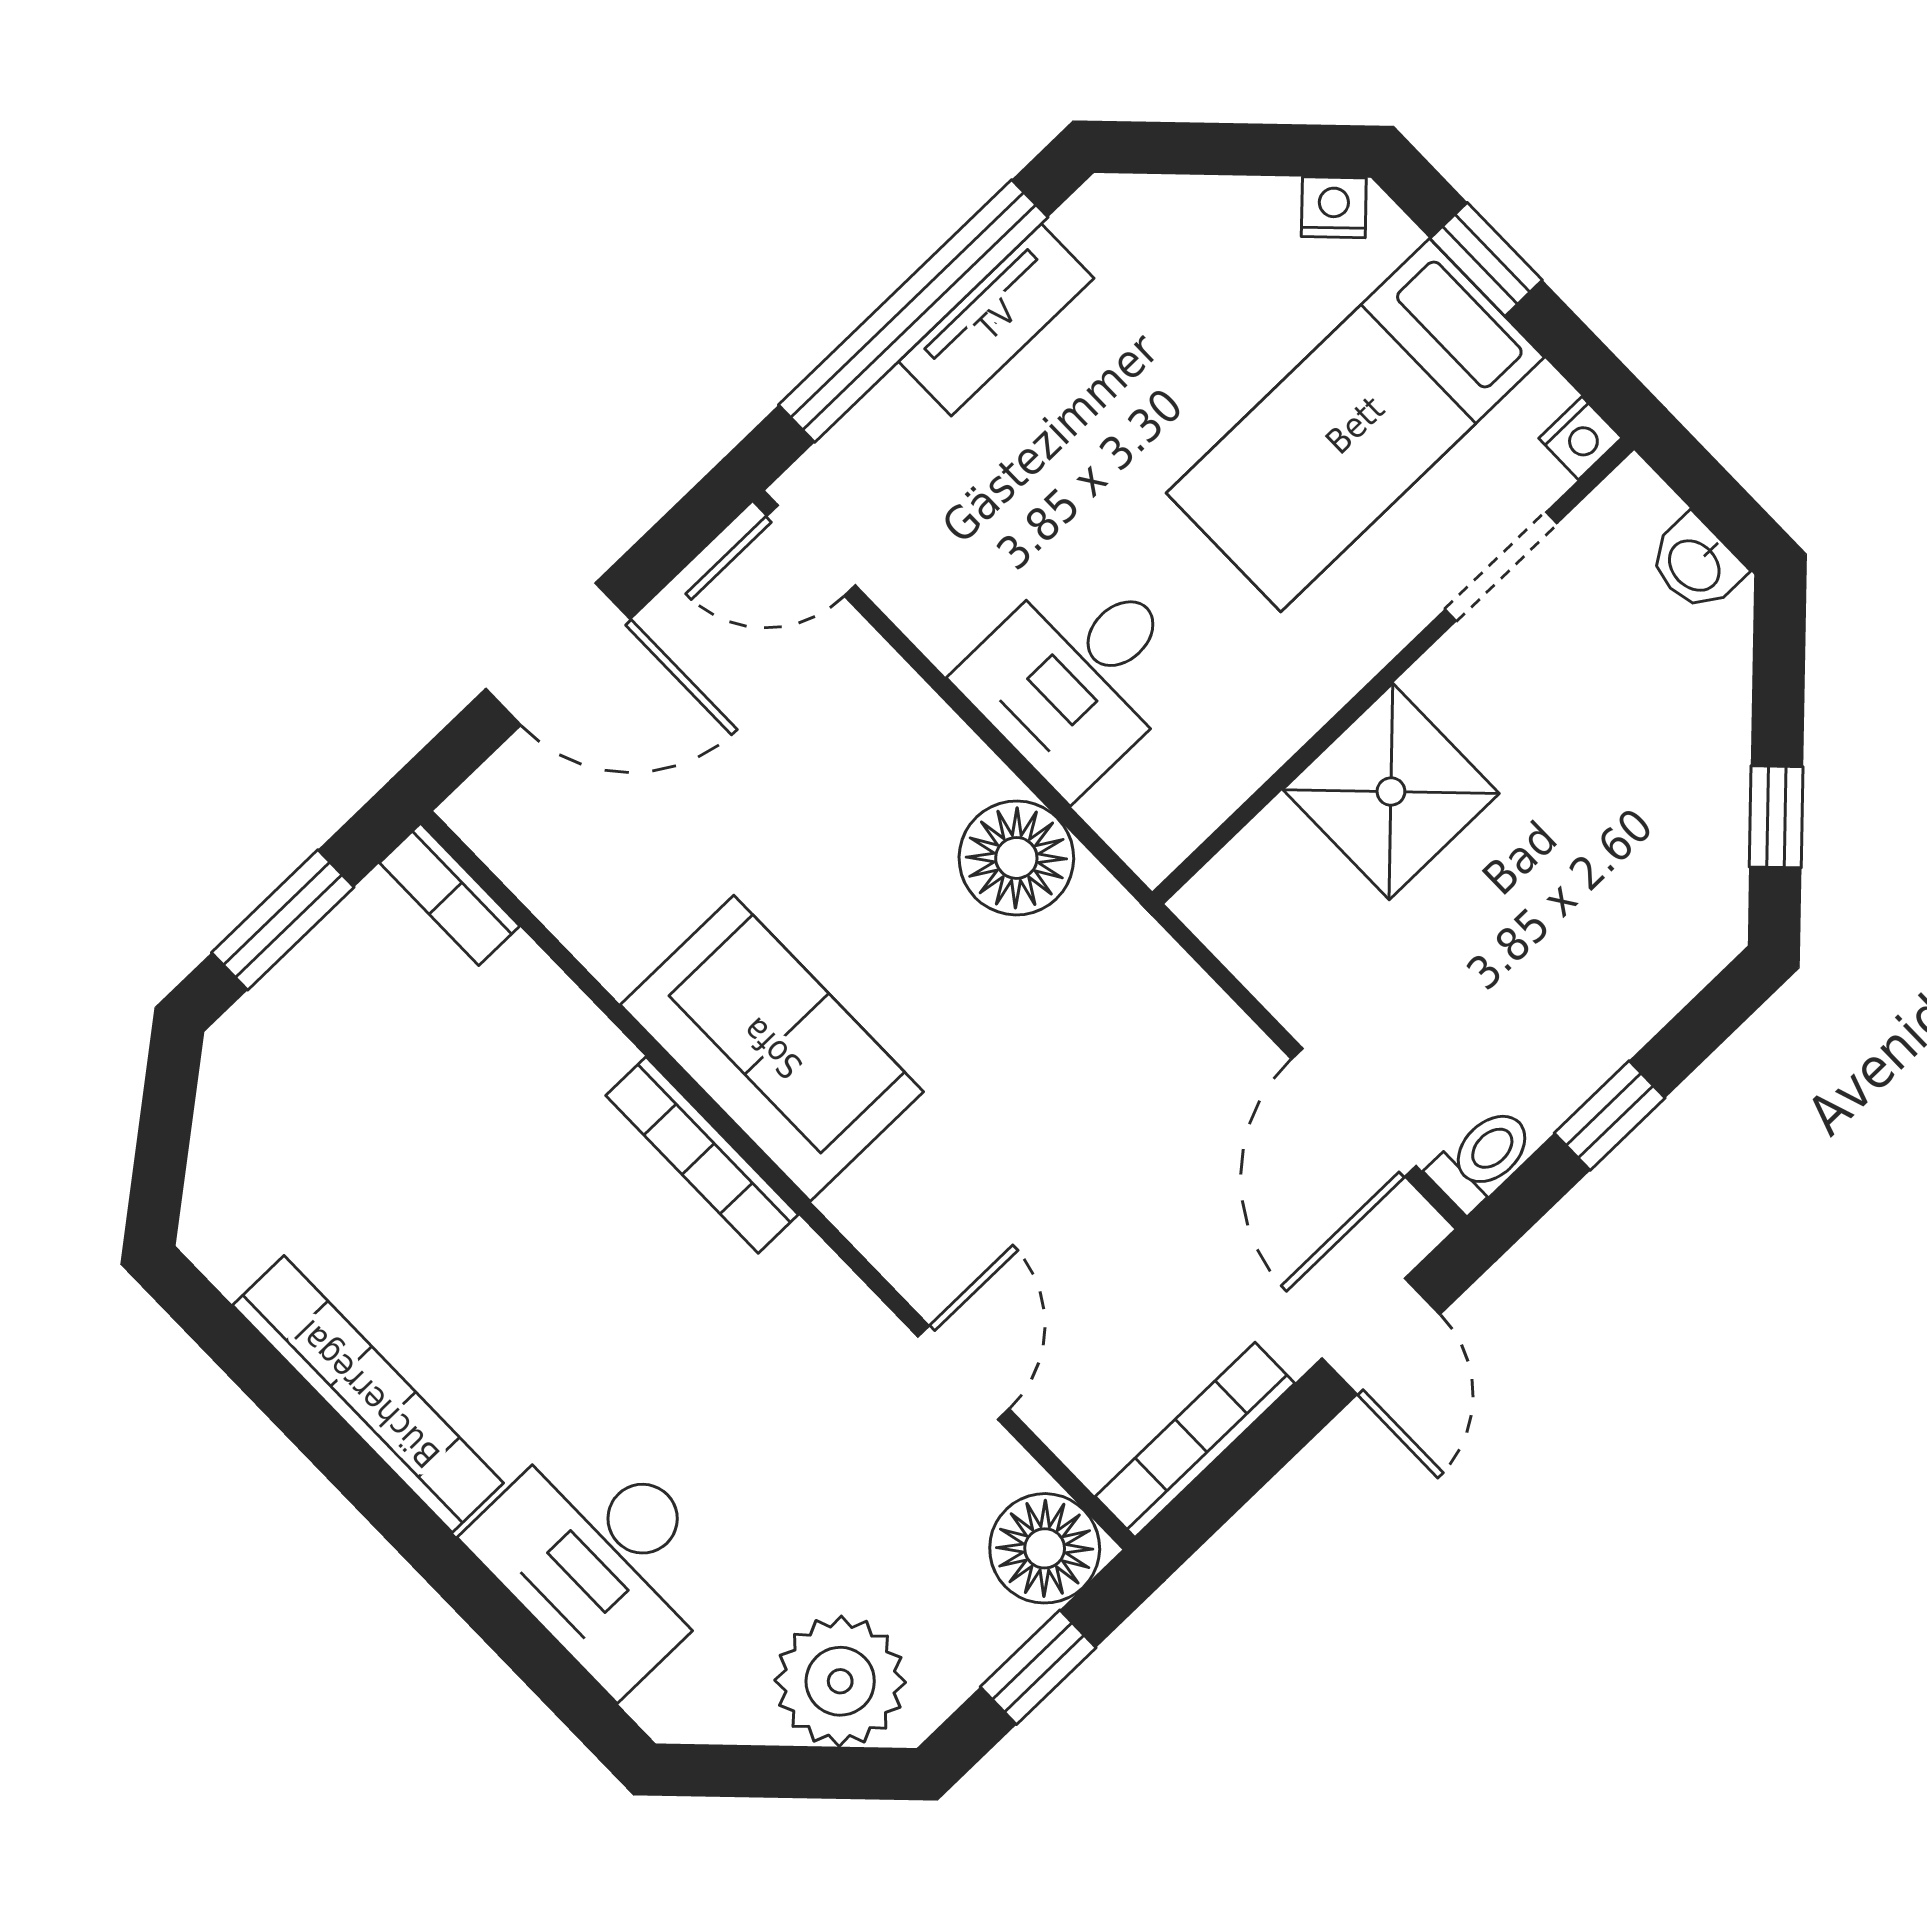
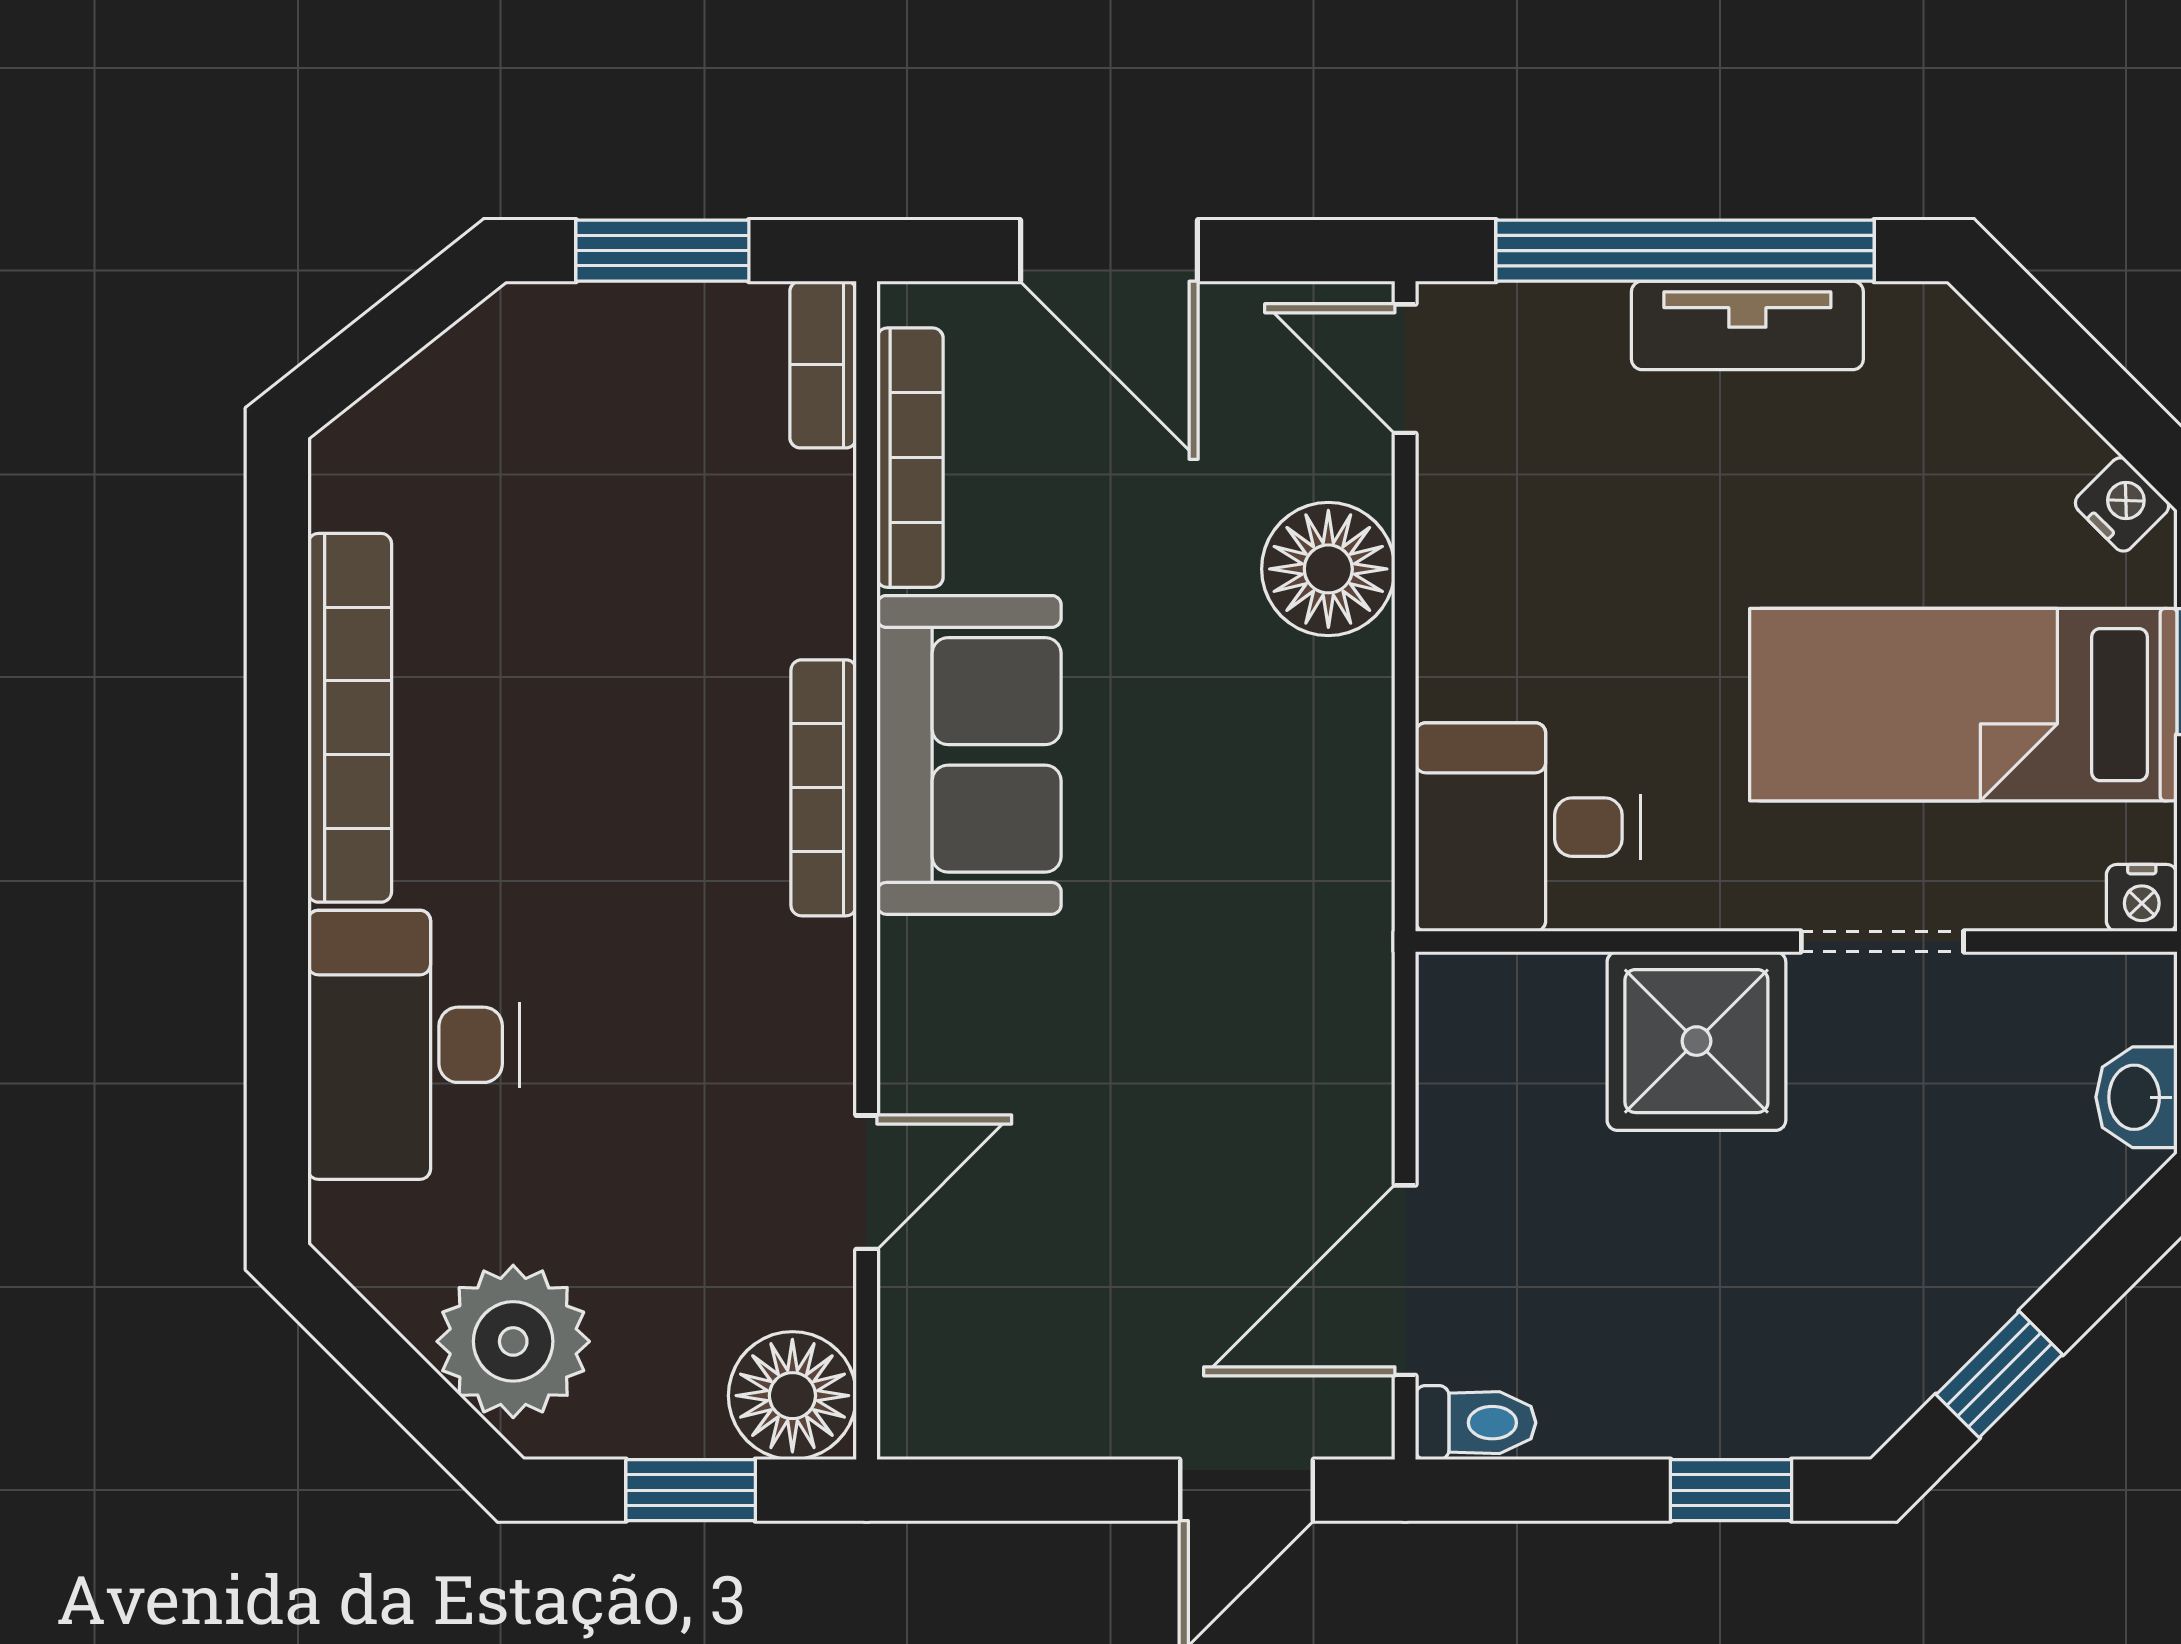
doorway: (1501, 567) -> (1882, 941), moved
desk: (1077, 675) -> (1528, 827), moved
floor lamp: (1016, 858) -> (1328, 569), moved
window: (1610, 1115) -> (1731, 1490), moved
bookcase: (1195, 1440) -> (910, 458), moved, turned 90

